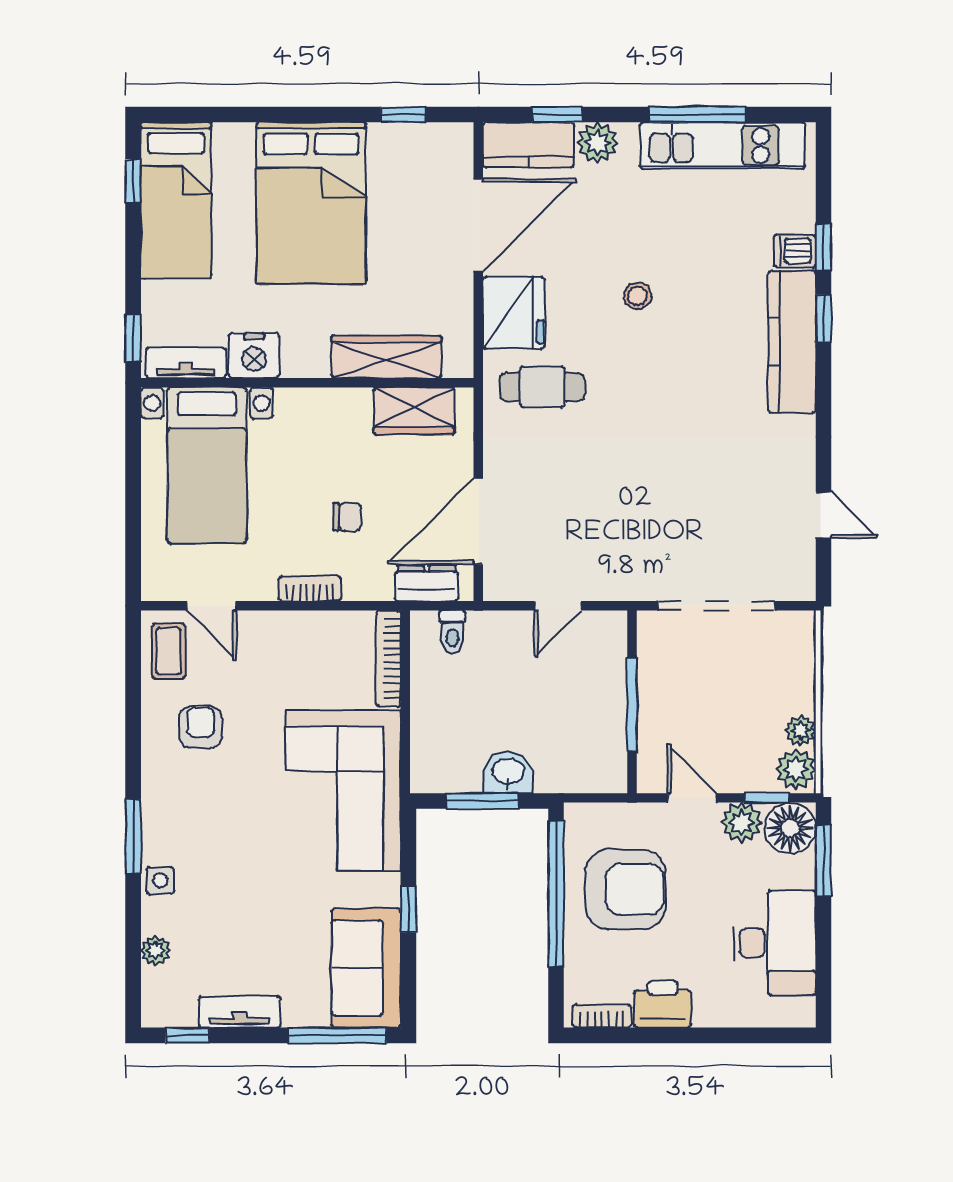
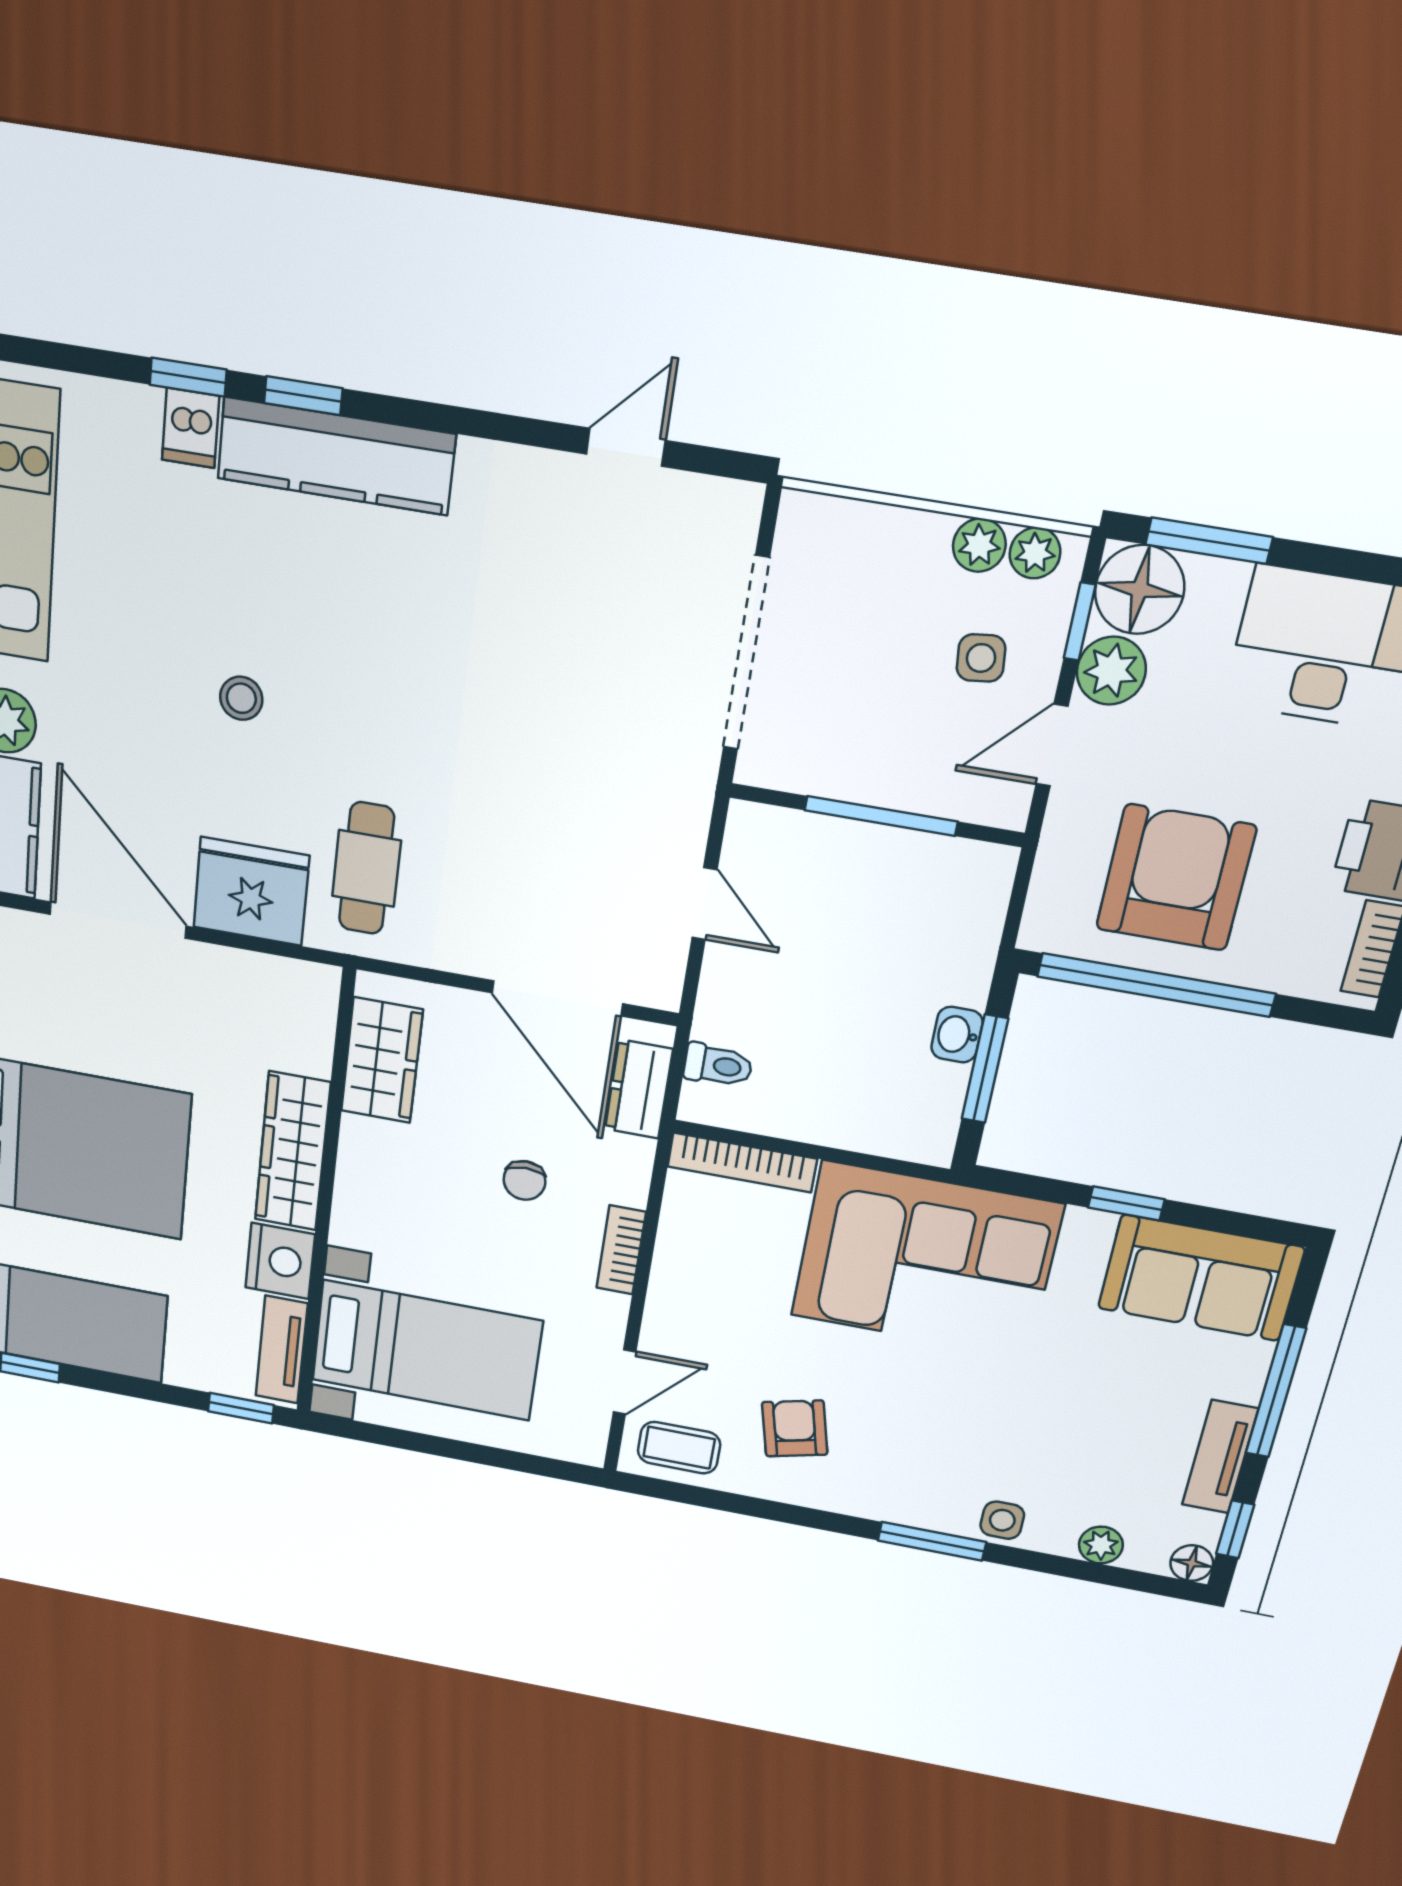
wardrobe: (386, 357) -> (293, 1151), moved
chair: (347, 517) -> (525, 1180), turned 180
armchair: (200, 727) -> (795, 1428), turned 76
side table: (736, 745) -> (981, 658), added
plant: (796, 769) -> (1035, 553), width x0.73, depth x0.73
washbasin: (508, 772) -> (957, 1035), width x0.72, depth x0.69
floor lamp: (155, 1013) -> (1192, 1563), added
window: (337, 1035) -> (1276, 1391), moved

